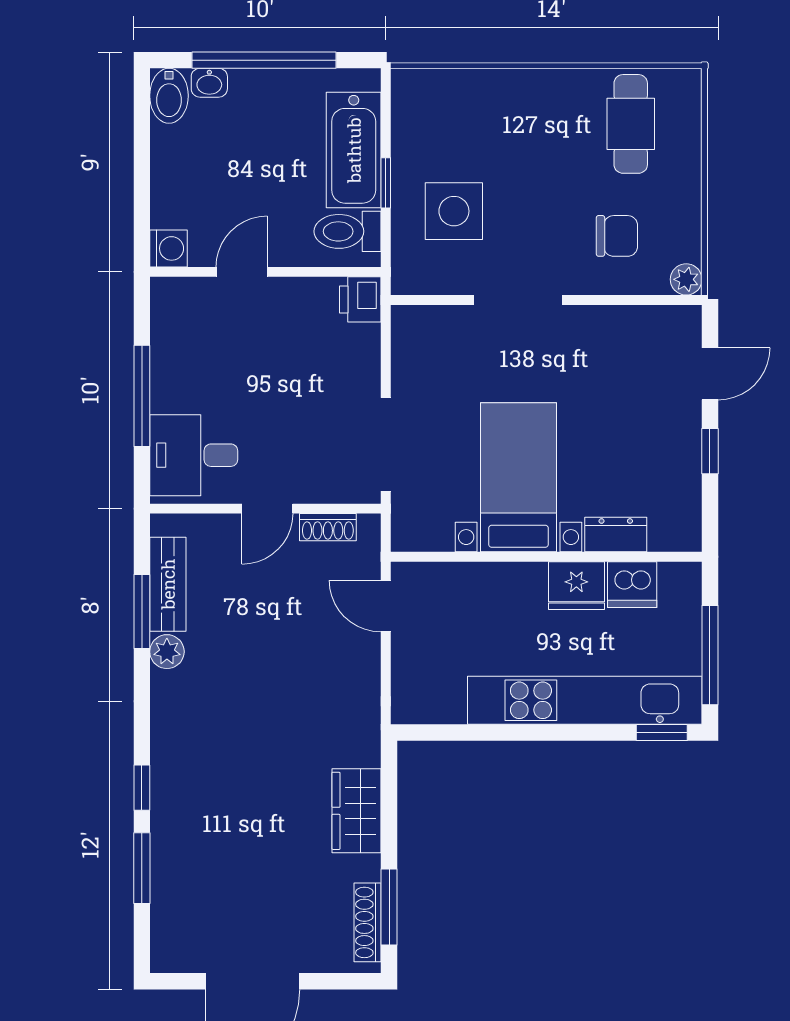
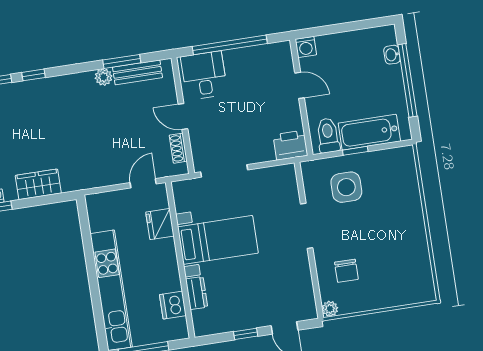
bidet: (169, 96) -> (382, 35), removed
cafe table: (631, 124) -> (404, 269), removed
printer: (360, 299) -> (290, 145), width x1.36, depth x1.24
window: (142, 396) -> (230, 45), width x1.46
fridge: (576, 586) -> (160, 224), moved
window: (662, 733) -> (101, 331), removed

